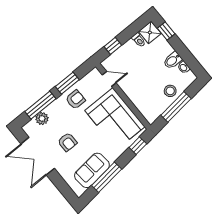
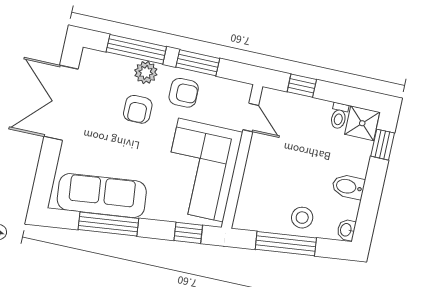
washbasin: (184, 67) -> (346, 230), moved
plant: (42, 119) -> (146, 72), moved
armchair: (67, 142) -> (138, 109), moved
sofa: (92, 170) -> (102, 196), width x1.36

